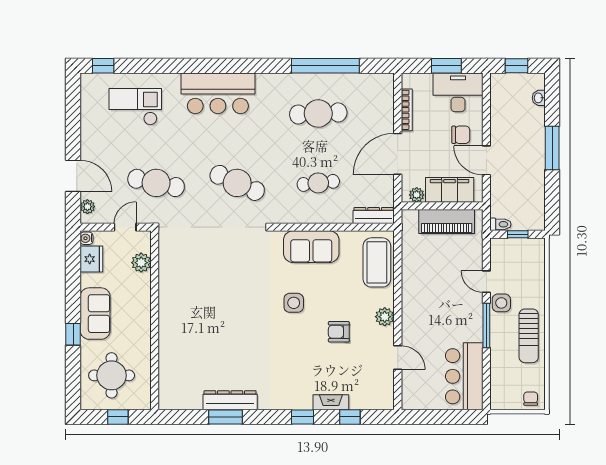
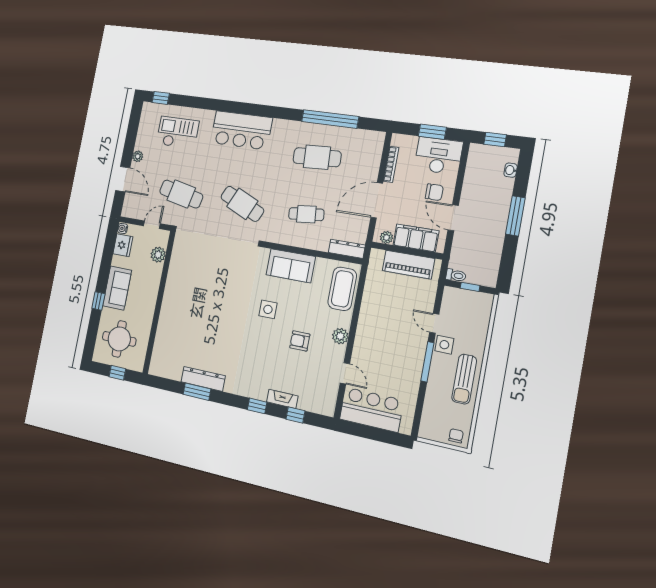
plant: (87, 207) -> (138, 156), moved
bar counter: (464, 376) -> (371, 410), moved, turned 90

